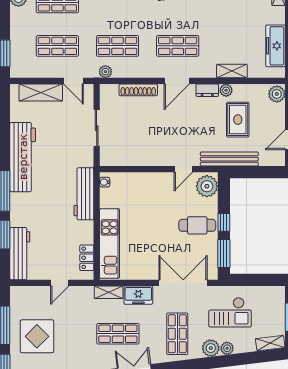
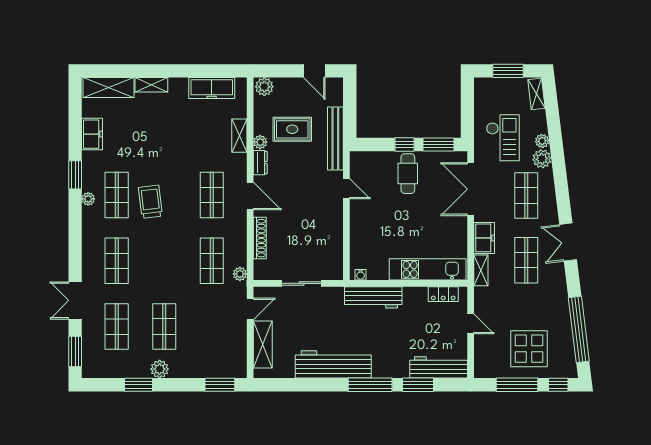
shop shelf: (57, 46) -> (212, 326), removed
plant: (207, 186) -> (365, 163), removed
shop shelf: (177, 334) -> (526, 195), turned 90

